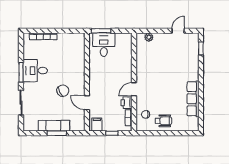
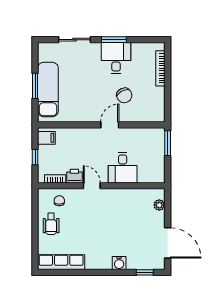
door: (178, 31) -> (168, 243), width x1.88
desk: (104, 45) -> (123, 168), moved, turned 90
water cooler: (194, 68) -> (119, 263), added
chair: (63, 91) -> (124, 95), moved
row of seats: (193, 99) -> (61, 262), moved
door: (87, 103) -> (110, 125), moved
exam couch: (54, 126) -> (48, 90), width x1.36, depth x1.45

